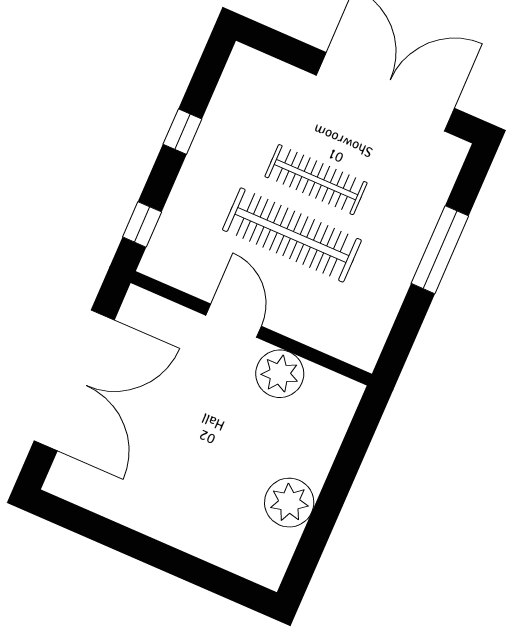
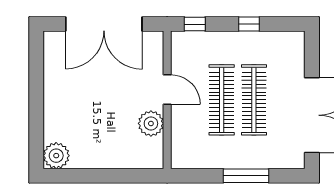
clothes rail: (316, 180) -> (254, 100), width x1.37, depth x1.31
door: (234, 321) -> (167, 90), hinge flipped
plant: (289, 503) -> (56, 156), moved

